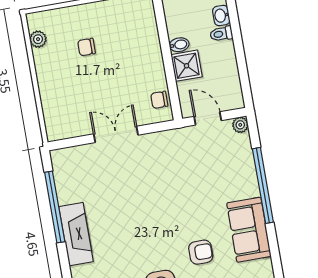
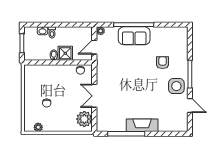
plant: (69, 123) -> (84, 119), added
sofa: (249, 230) -> (134, 36), moved

